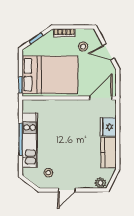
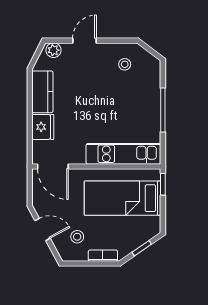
bed: (50, 75) -> (122, 198), width x0.67
door: (101, 98) -> (53, 166), hinge flipped
kitchen unit: (30, 140) -> (123, 154), moved, turned 90
door: (67, 190) -> (85, 41), moved

